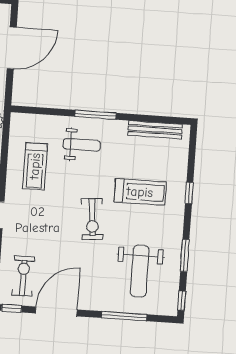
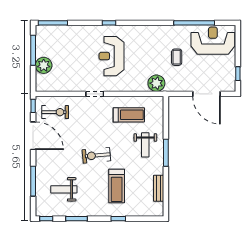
bench: (155, 130) -> (159, 188), width x0.73
treadmill: (35, 166) -> (129, 115), turned 180
weight bench: (140, 271) -> (64, 189), width x0.73, depth x0.75

